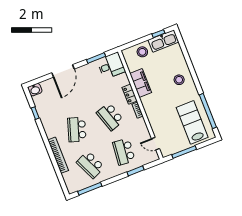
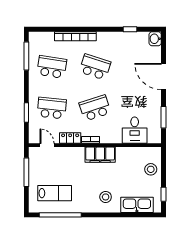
kitchen sink: (163, 41) -> (137, 205), moved, turned 90
desk: (111, 66) -> (135, 130), moved
filing cabinet: (141, 83) -> (100, 155), moved
locker: (130, 94) -> (70, 138), moved
lab bench: (192, 122) -> (55, 193), width x0.73, depth x0.72
door: (155, 144) -> (47, 145), hinge flipped
school desk: (91, 165) -> (52, 67), turned 33

